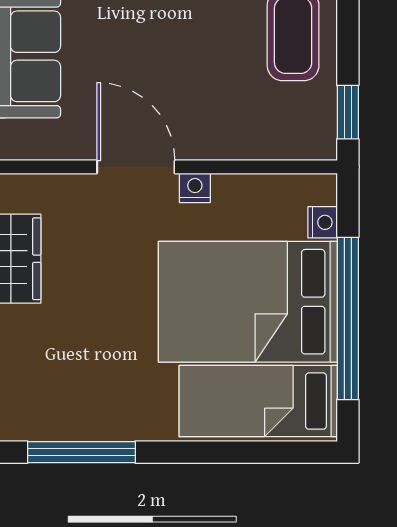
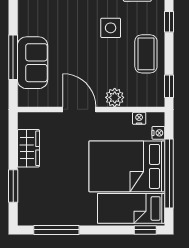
plant: (219, 138) -> (115, 97), added
nightstand: (195, 188) -> (139, 118), moved
window: (292, 452) -> (145, 230), added

